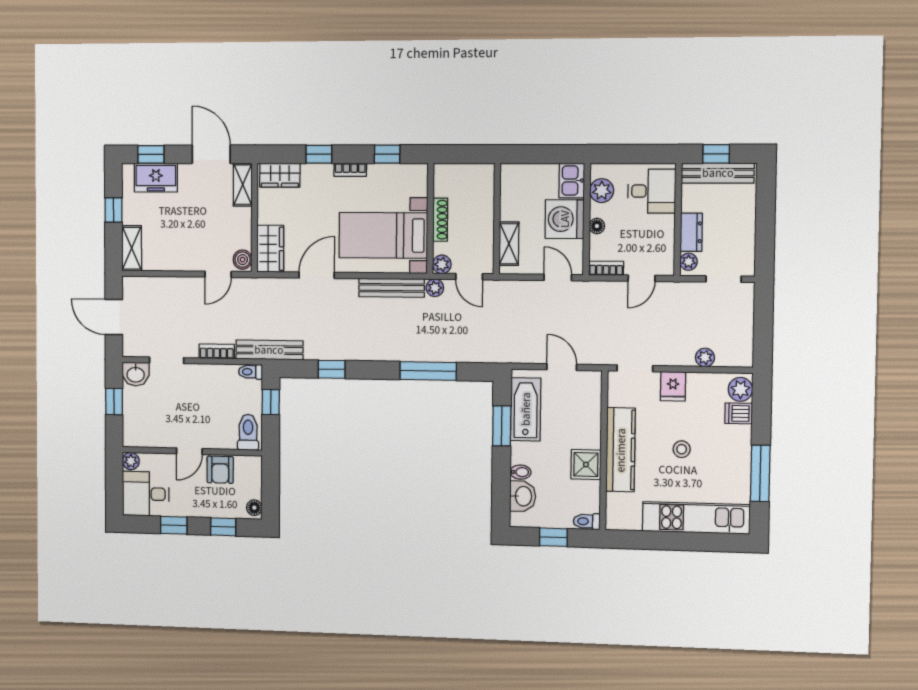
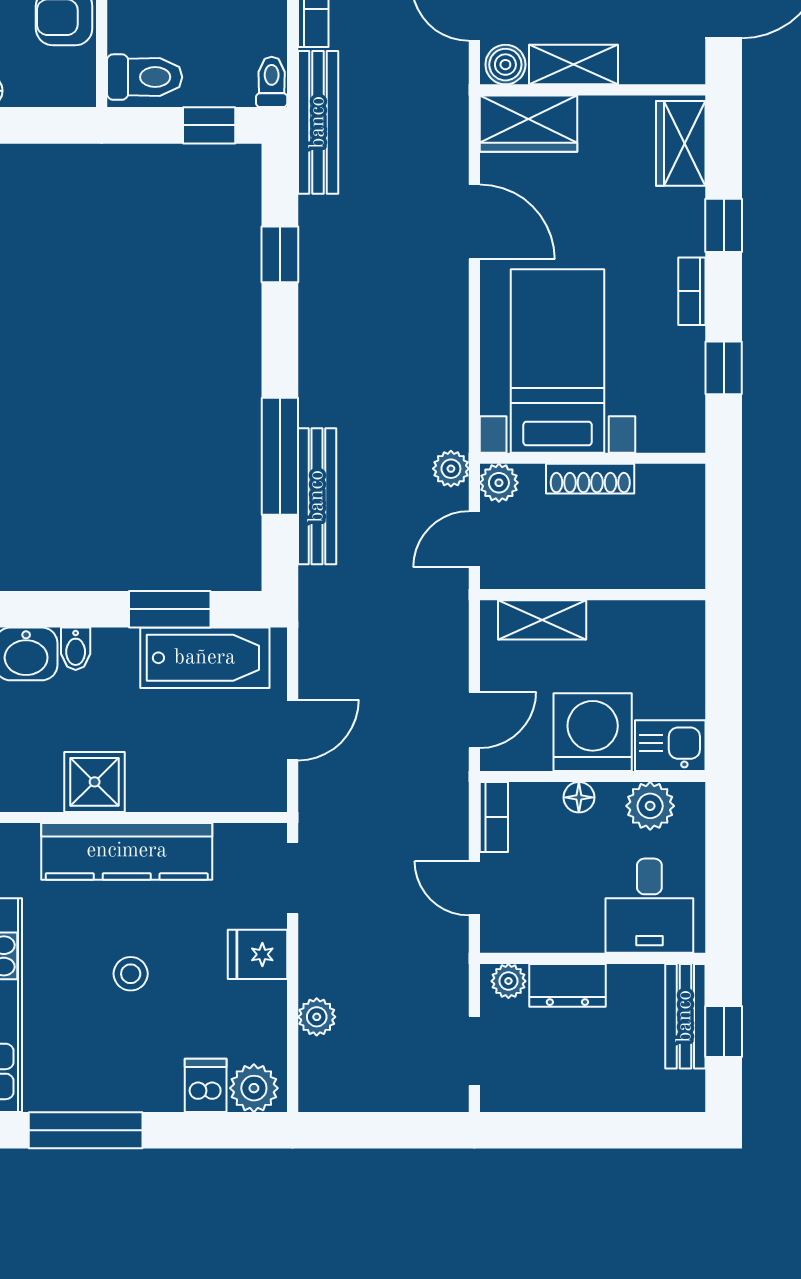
bench: (718, 173) -> (685, 1016), width x0.73
shelving: (243, 185) -> (573, 65), moved
bench: (392, 288) -> (317, 496), moved

